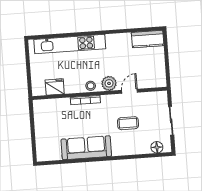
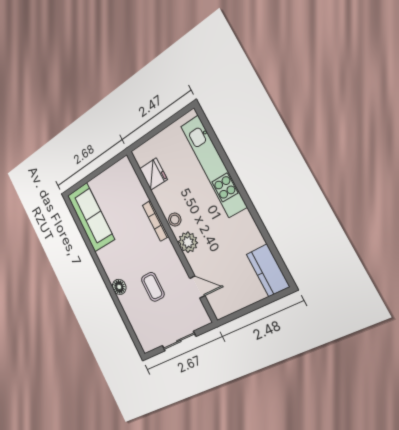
door: (129, 91) -> (197, 287), moved
floor lamp: (157, 147) -> (119, 287), moved
sofa: (86, 148) -> (91, 217), moved

